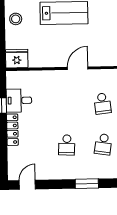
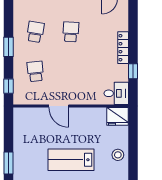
door: (78, 68) -> (59, 106), hinge flipped
desk: (19, 100) -> (116, 93), moved

